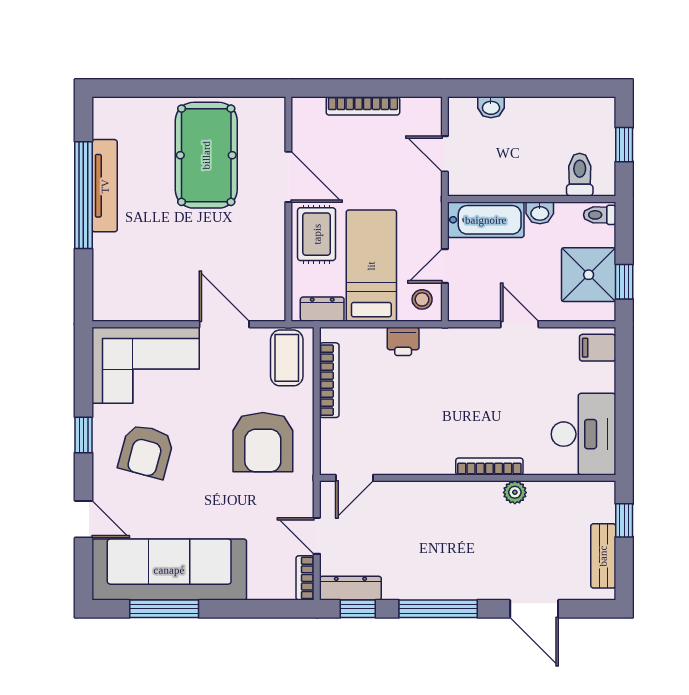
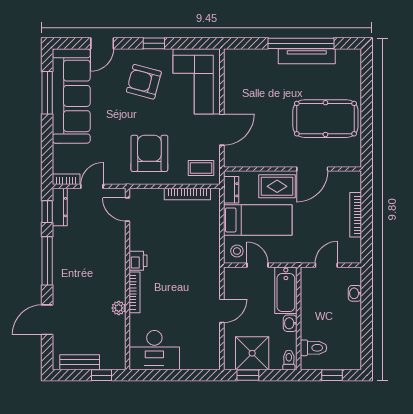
printer: (403, 341) -> (138, 261), moved, turned 180
filing cabinet: (598, 348) -> (207, 359), removed
coffee table: (287, 358) -> (201, 168), width x0.73, depth x0.77
armchair: (263, 442) -> (149, 153), turned 90

